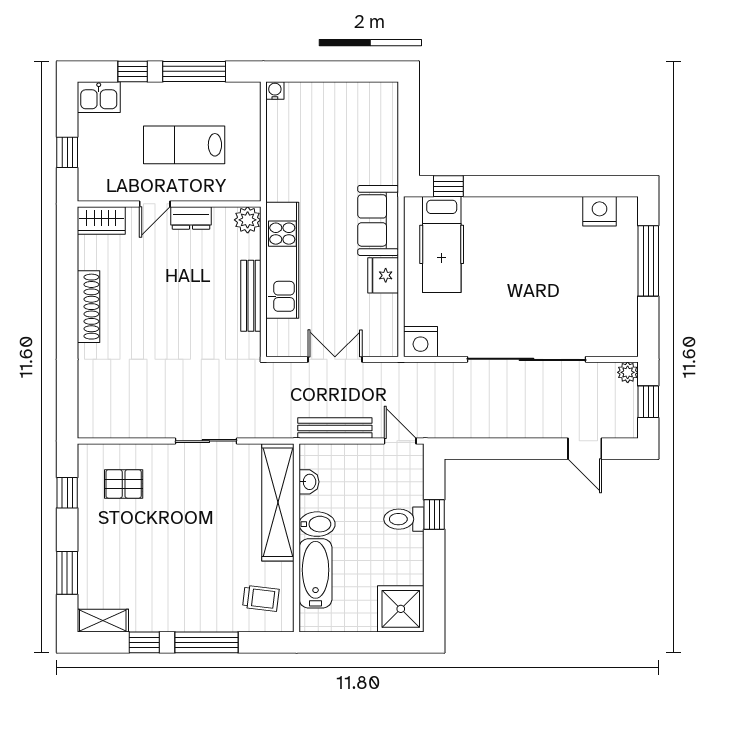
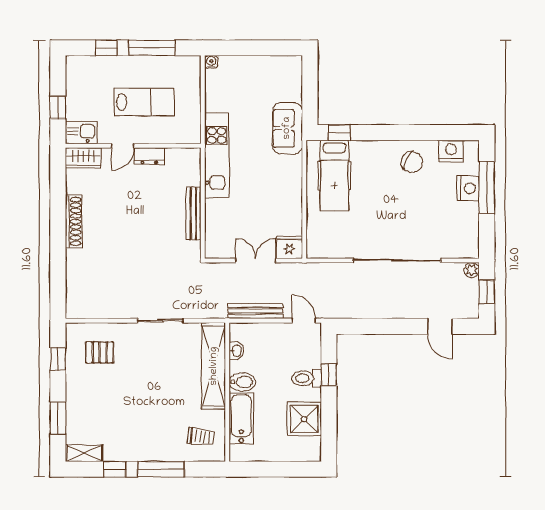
kitchen sink: (99, 97) -> (81, 132), moved, turned 180
lab bench: (184, 145) -> (144, 102), turned 180
plant: (248, 220) -> (191, 157), removed
sofa: (378, 220) -> (287, 128), moved
chair: (547, 226) -> (412, 162), added
kitchen unit: (282, 260) -> (217, 155), moved
fridge: (383, 275) -> (289, 247), moved, turned 90
nightstand: (421, 342) -> (468, 188), moved, turned -90
shower: (401, 609) -> (304, 419), moved

